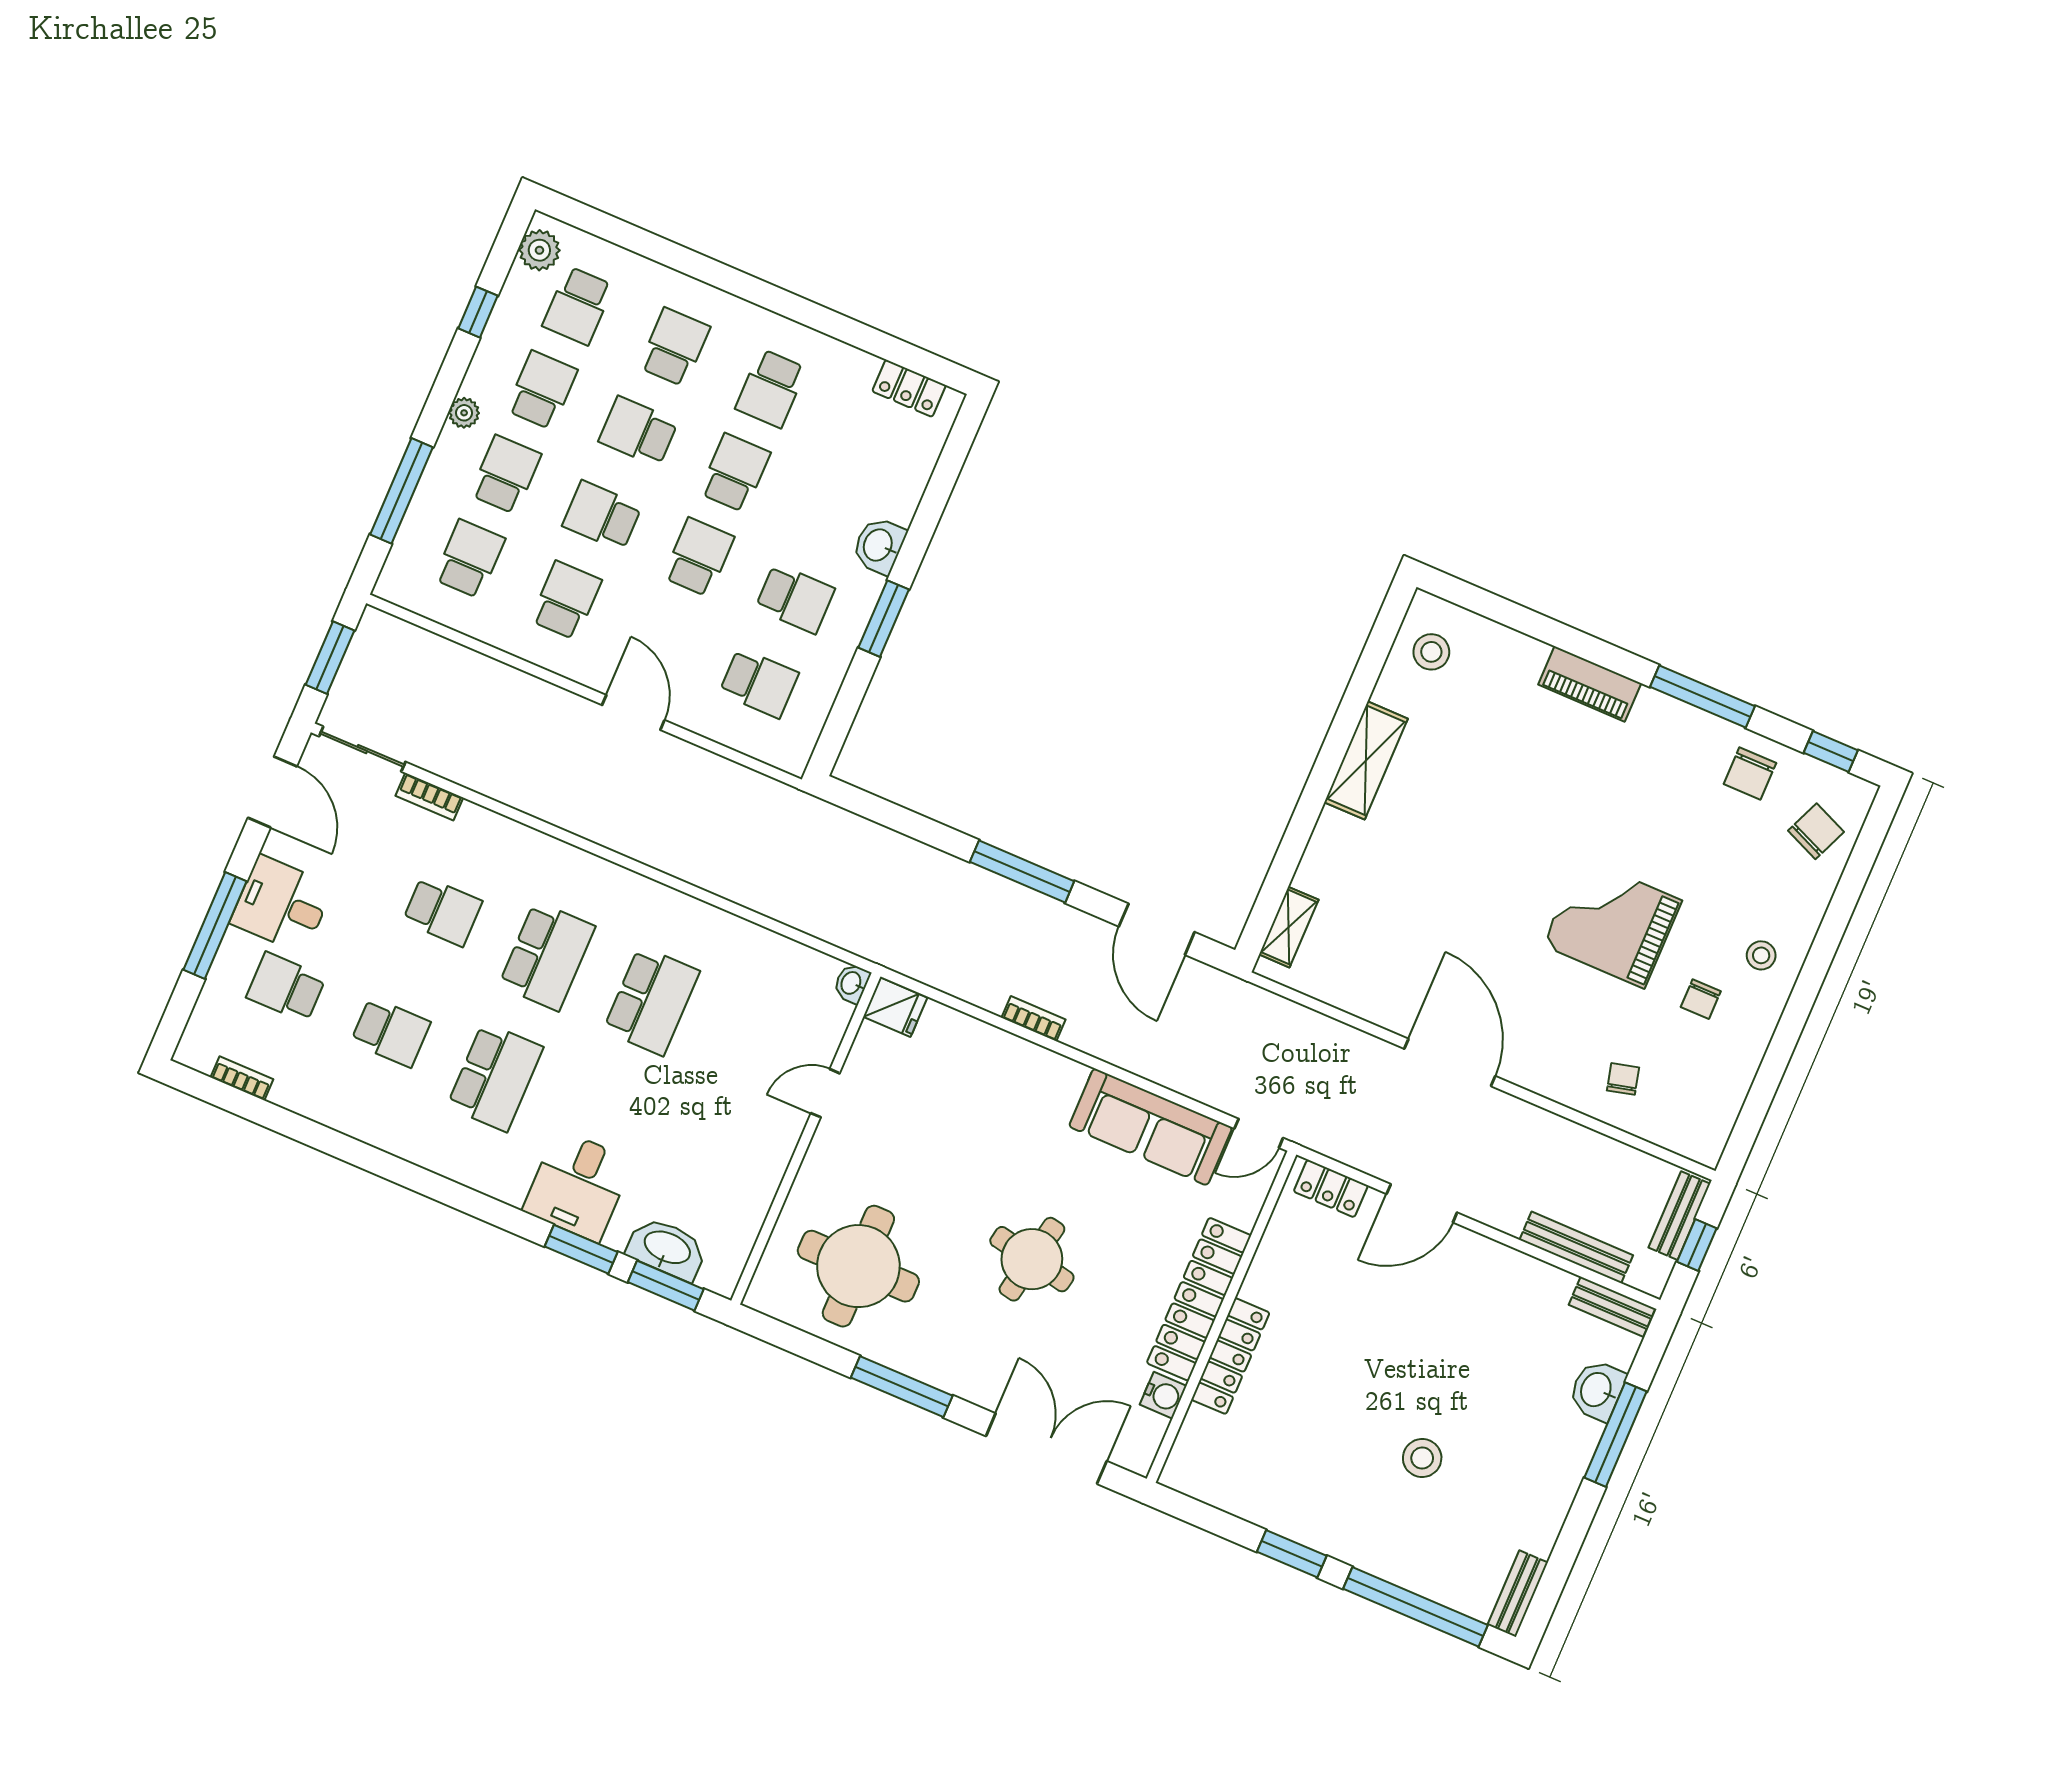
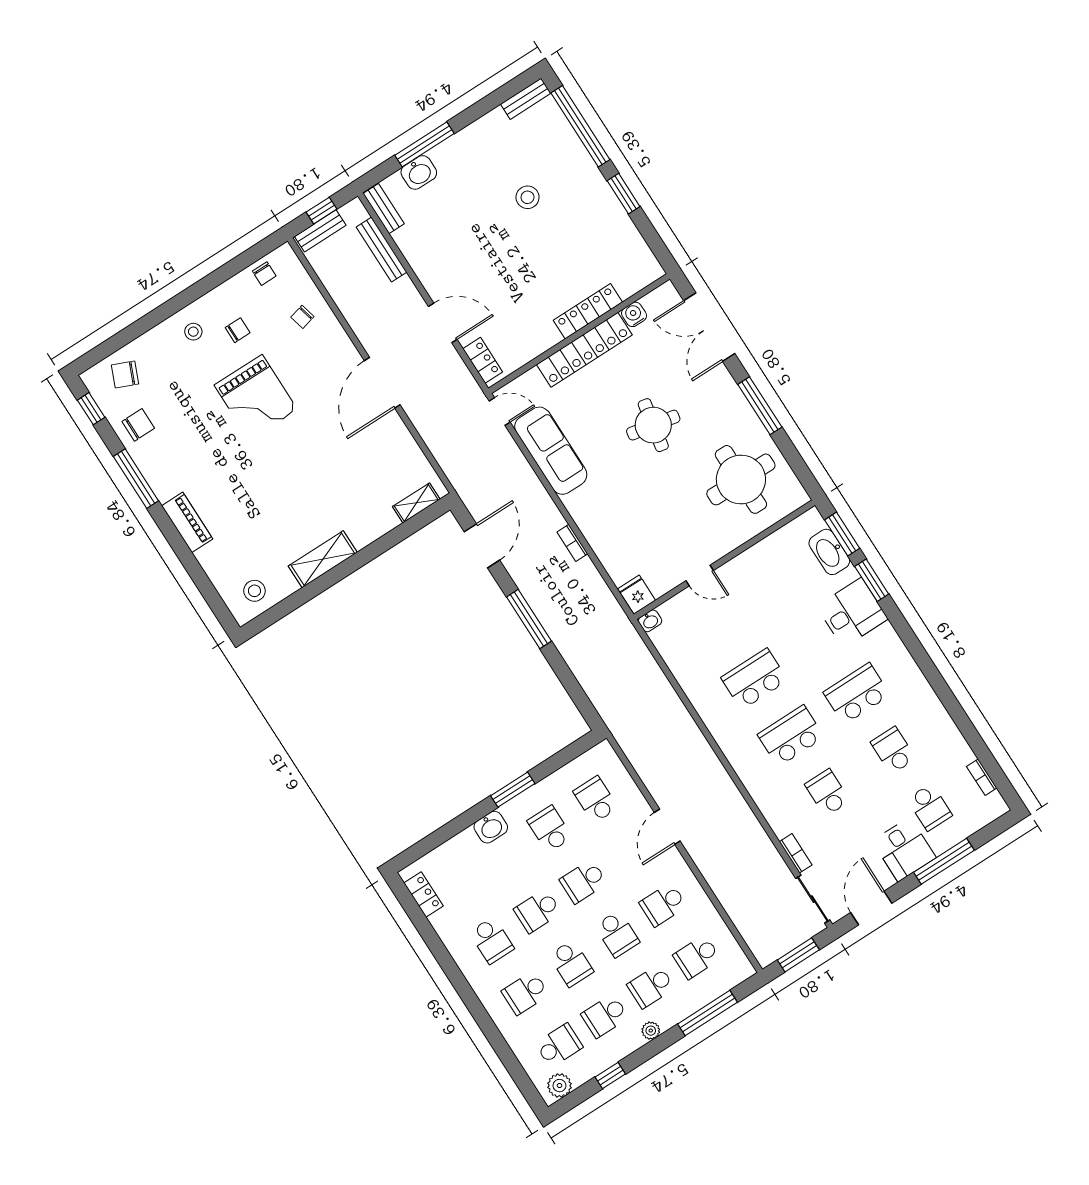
school desk: (771, 388) -> (492, 940), turned 90
chair: (1717, 1103) -> (264, 274), added

